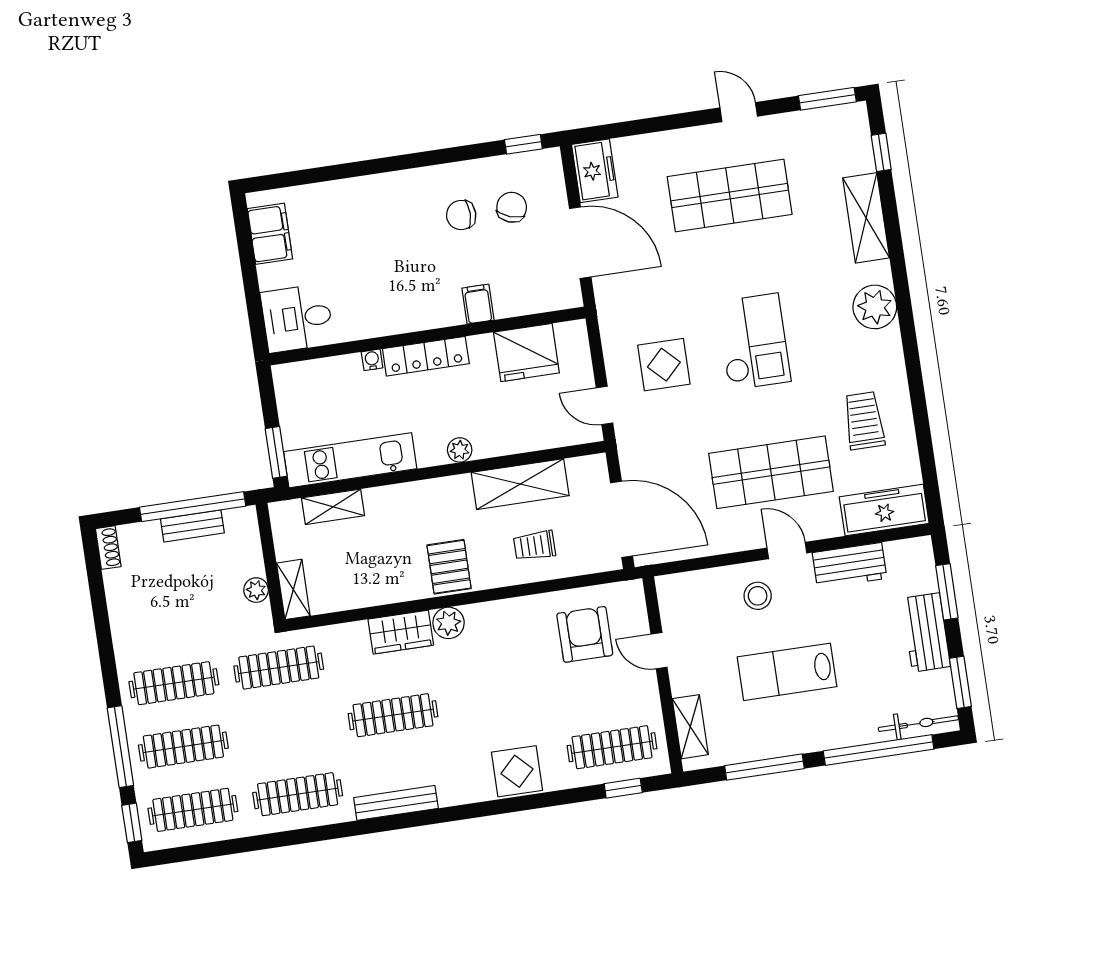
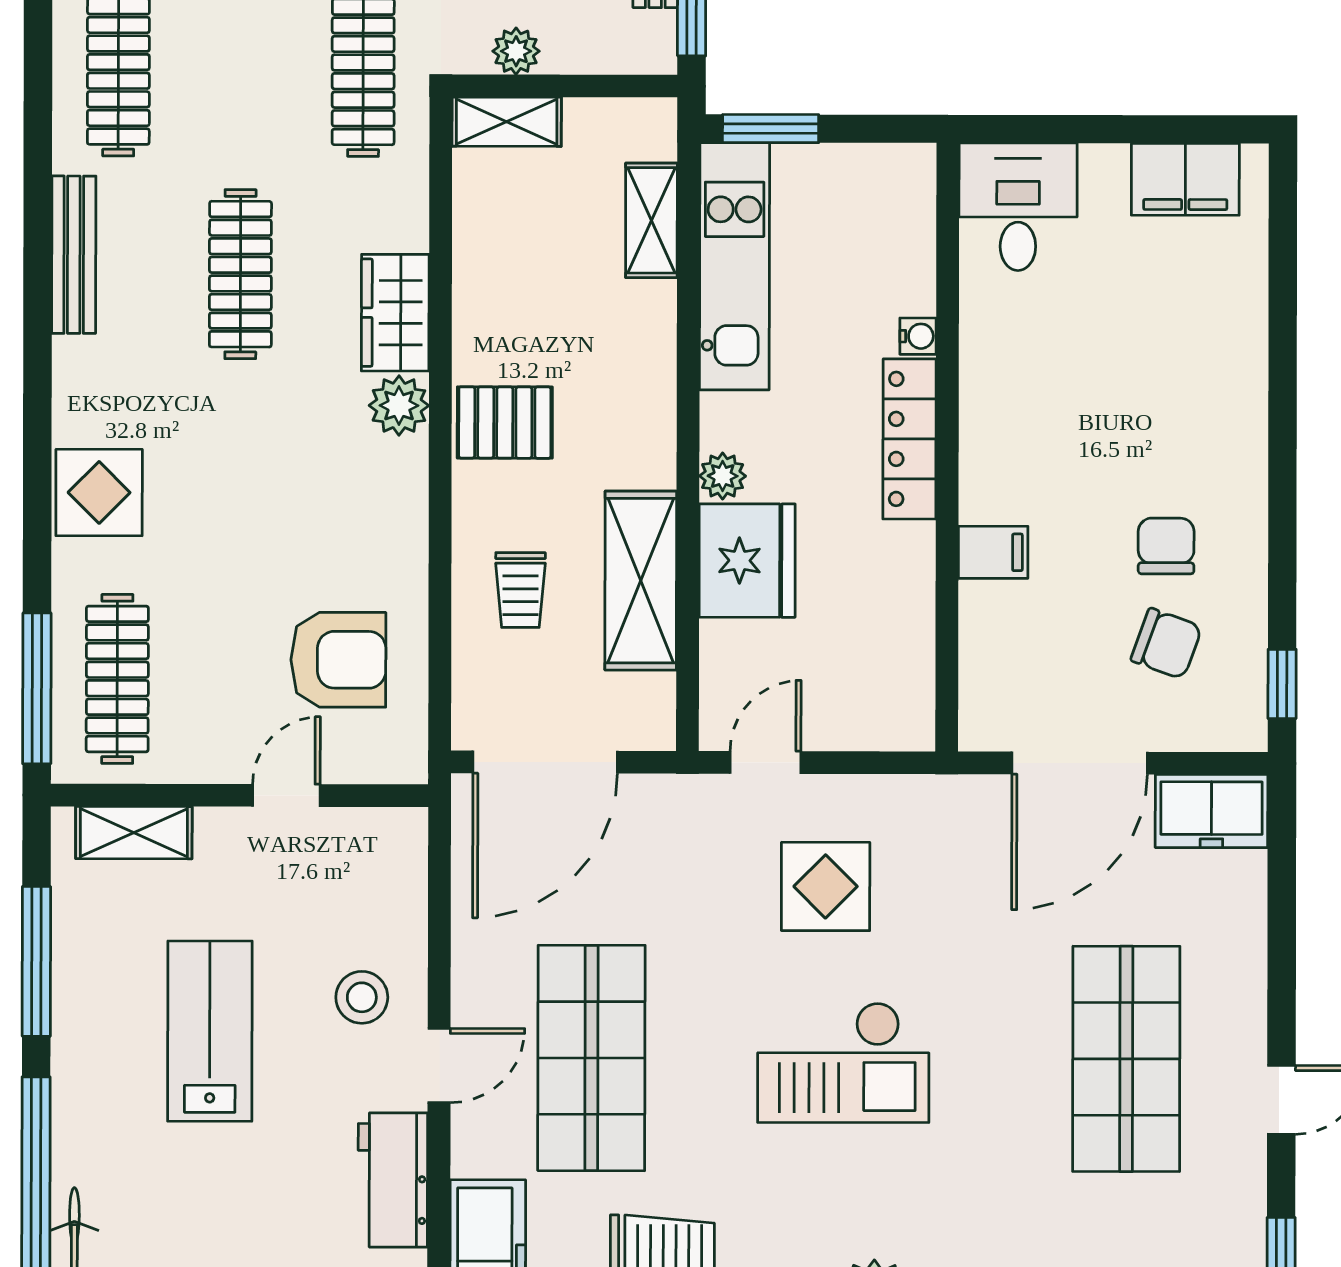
fridge: (526, 353) -> (747, 561), moved, turned 180
trolley: (534, 546) -> (520, 590), turned 180
window: (623, 788) -> (37, 688), width x2.17

